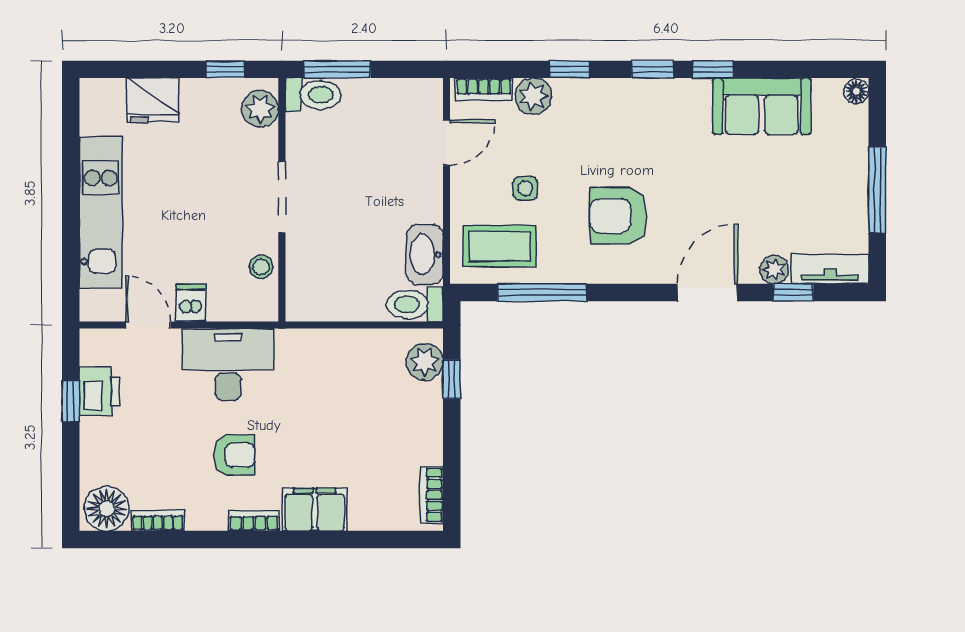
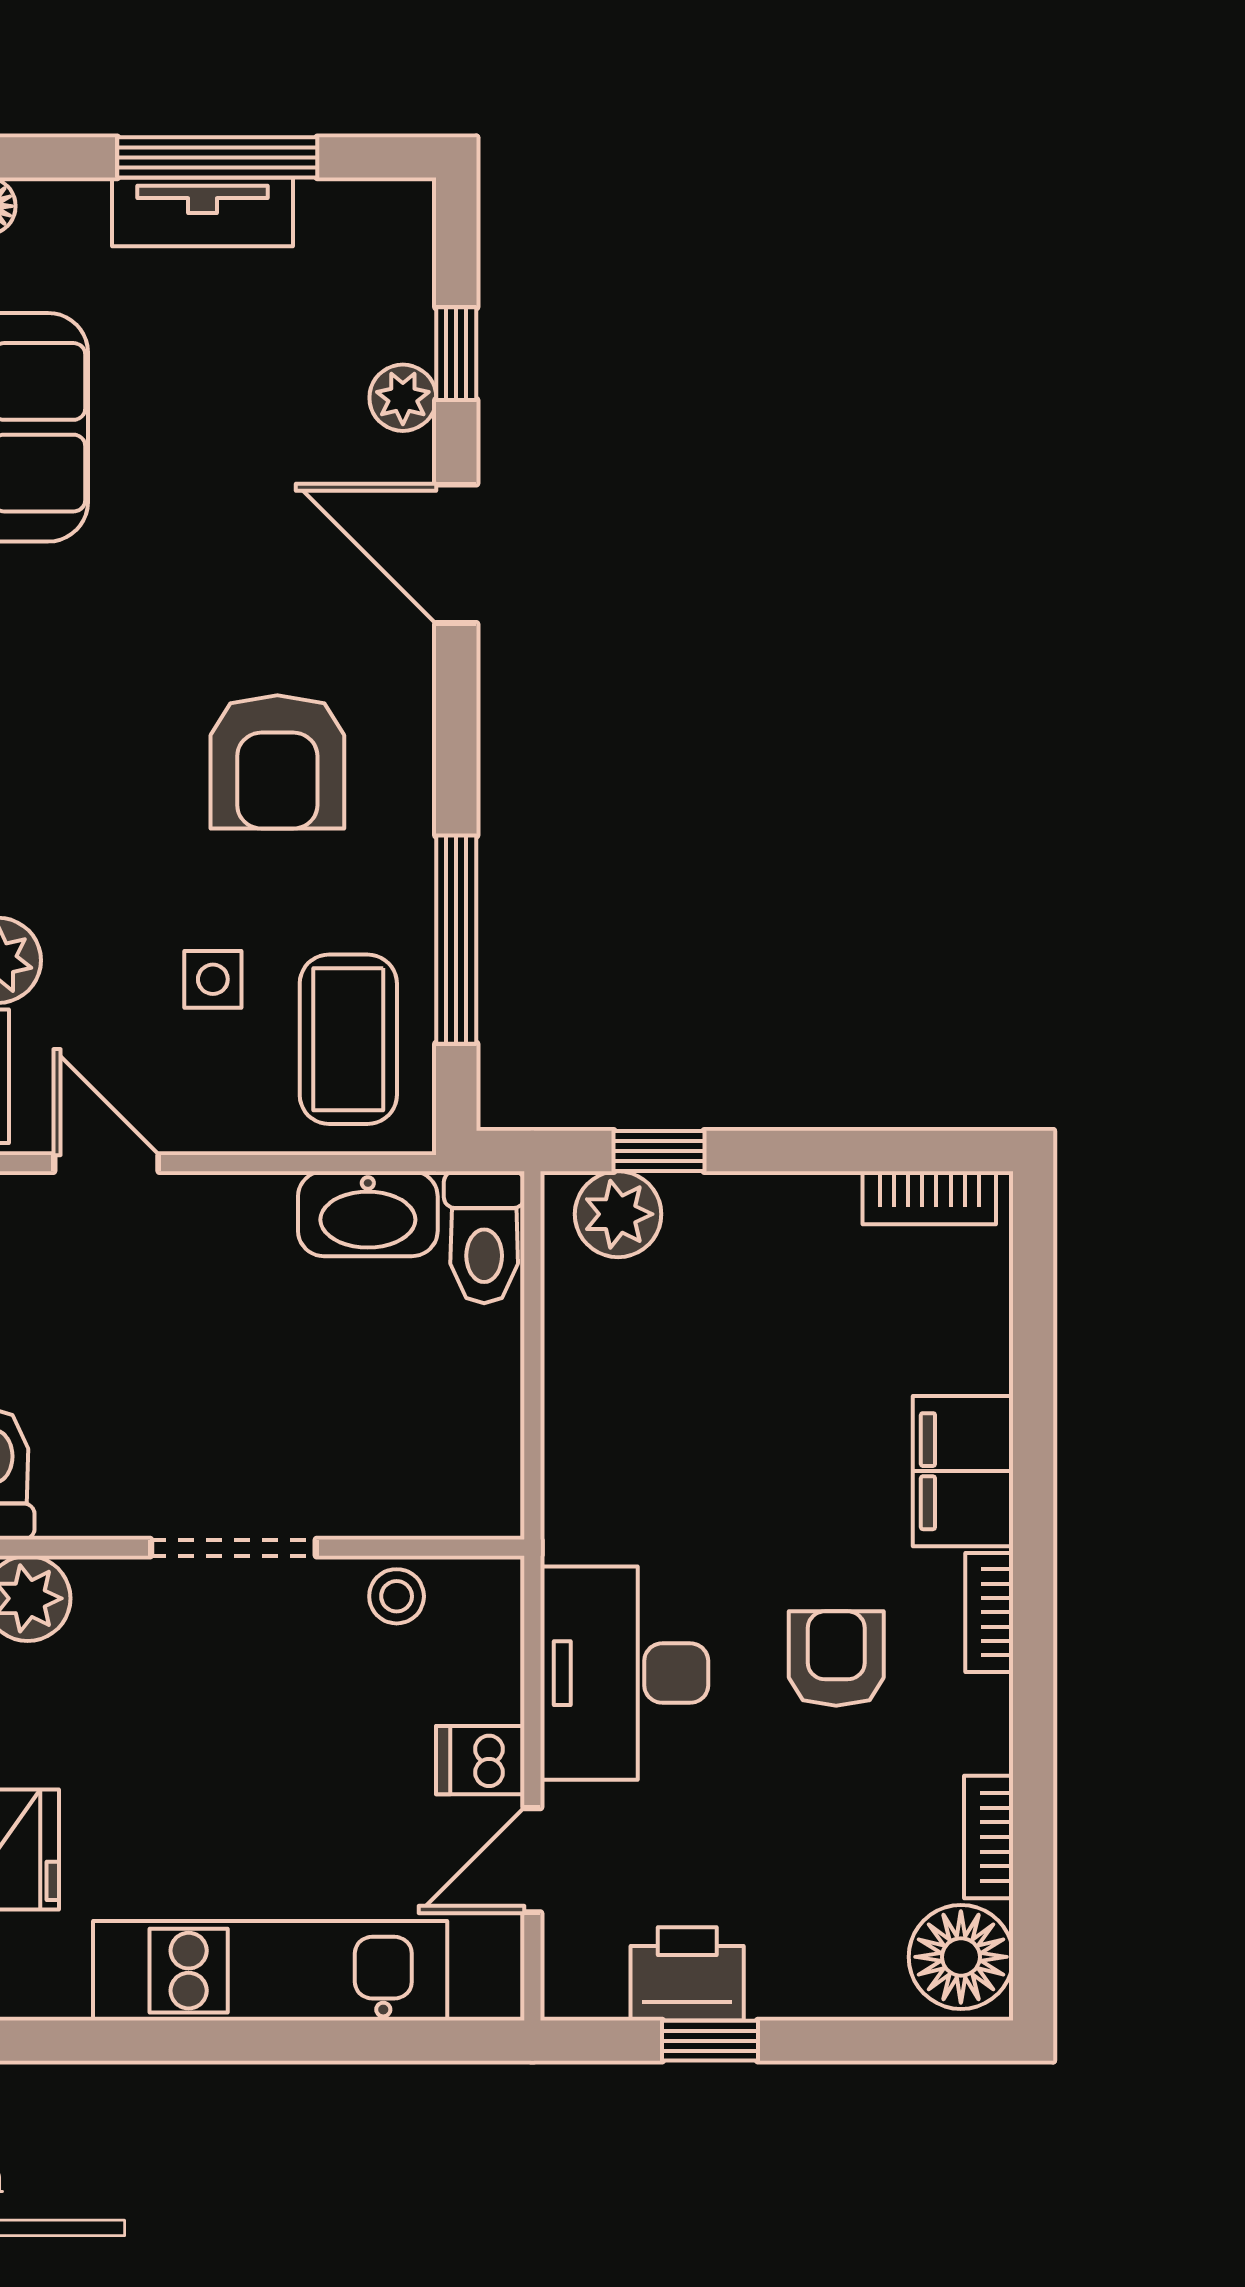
tv unit: (830, 269) -> (202, 212), moved, turned -90

